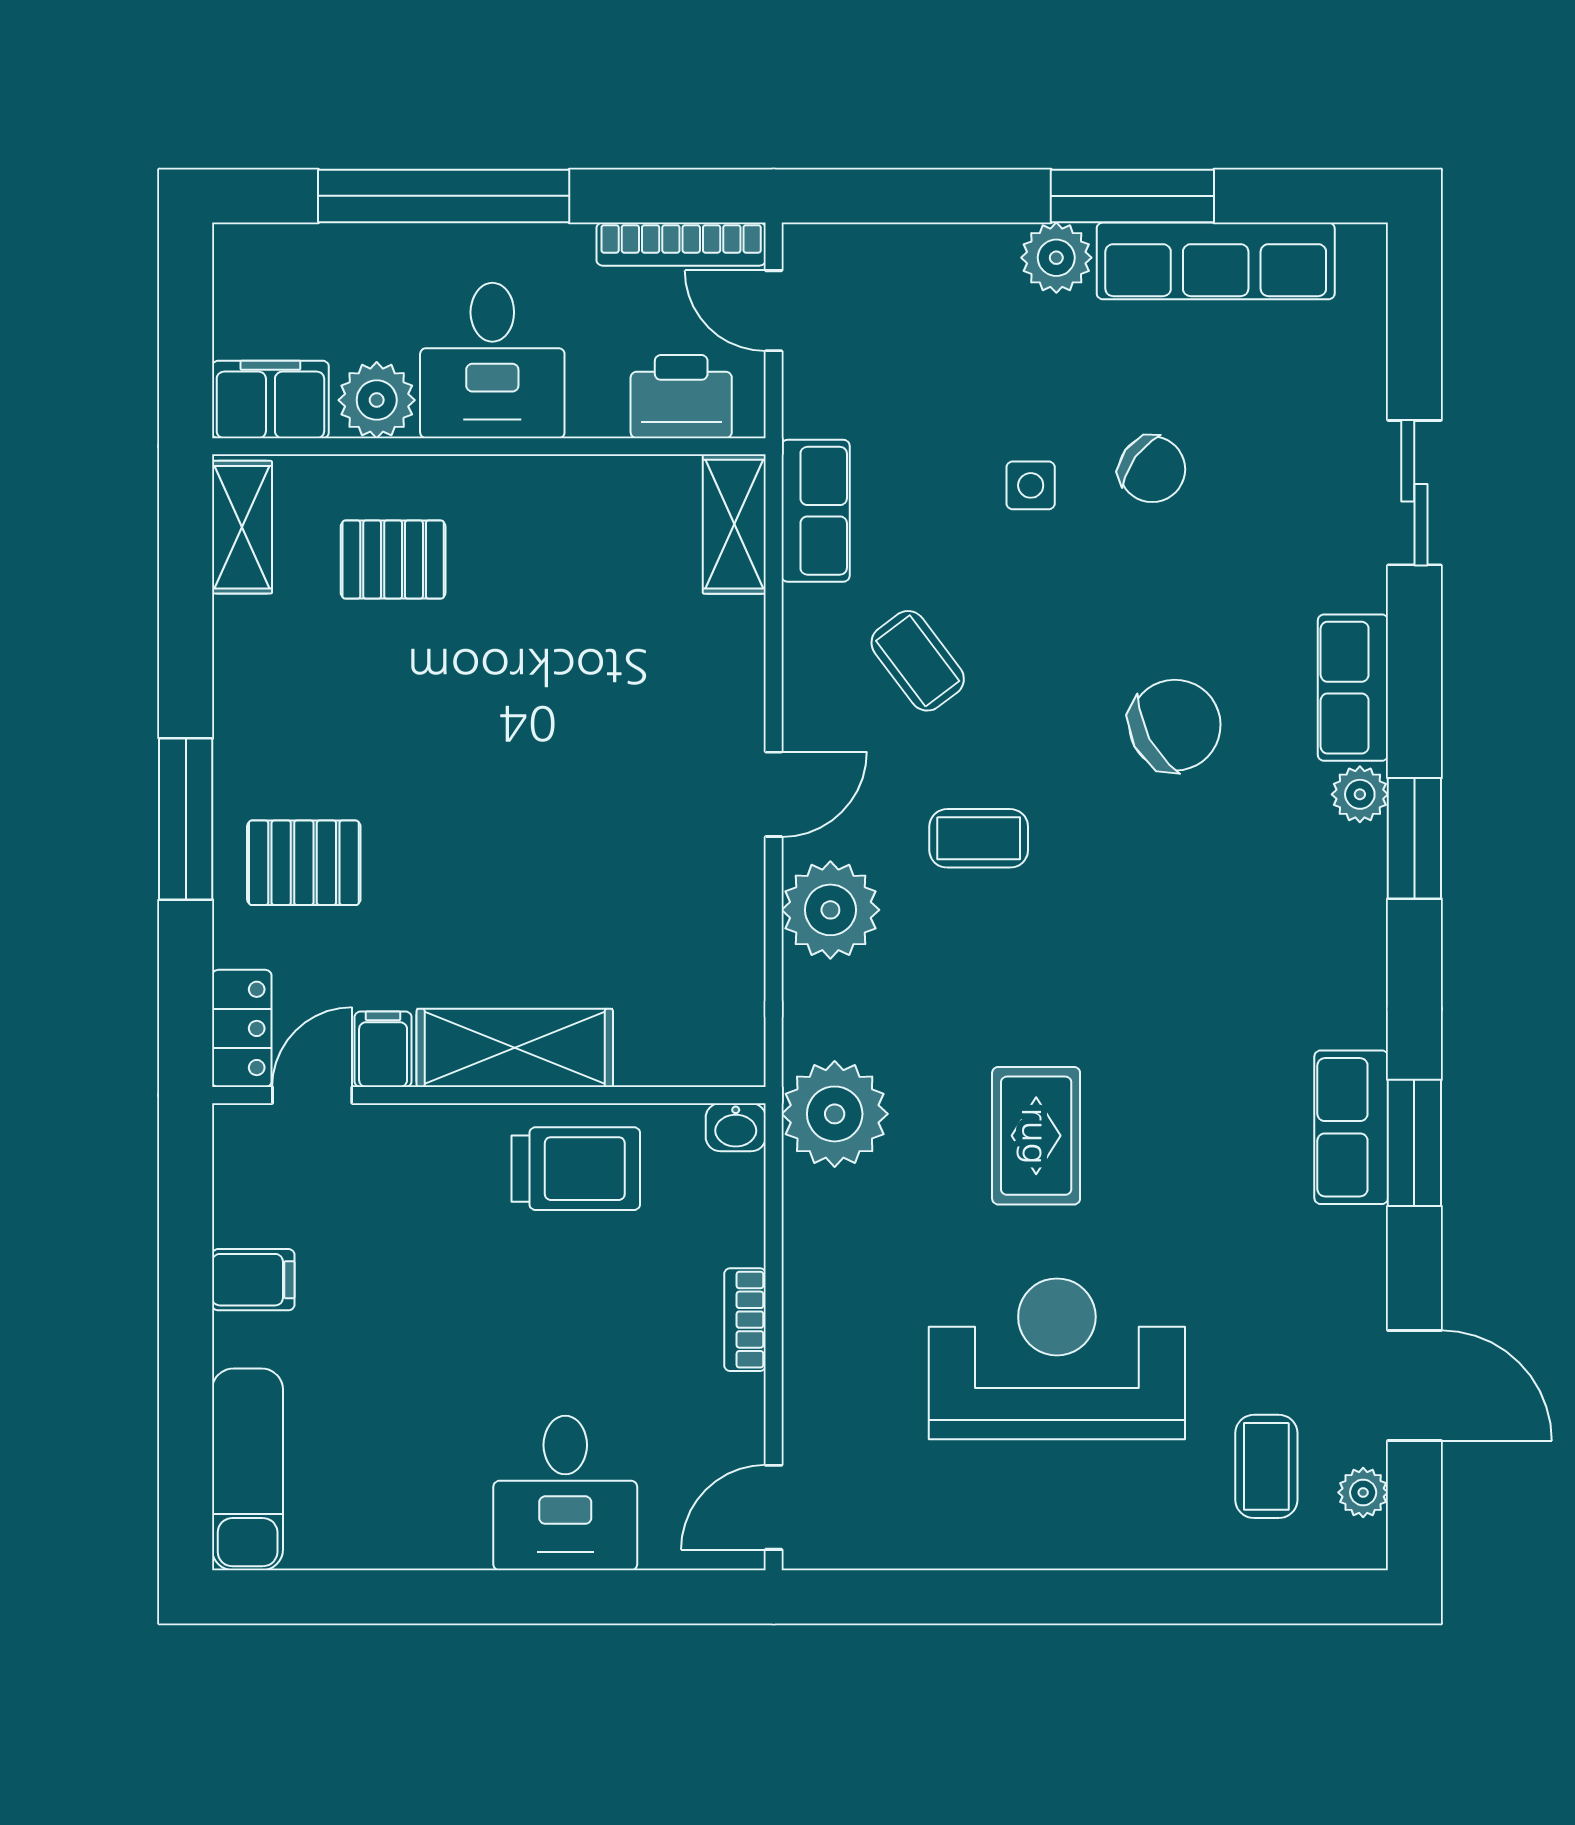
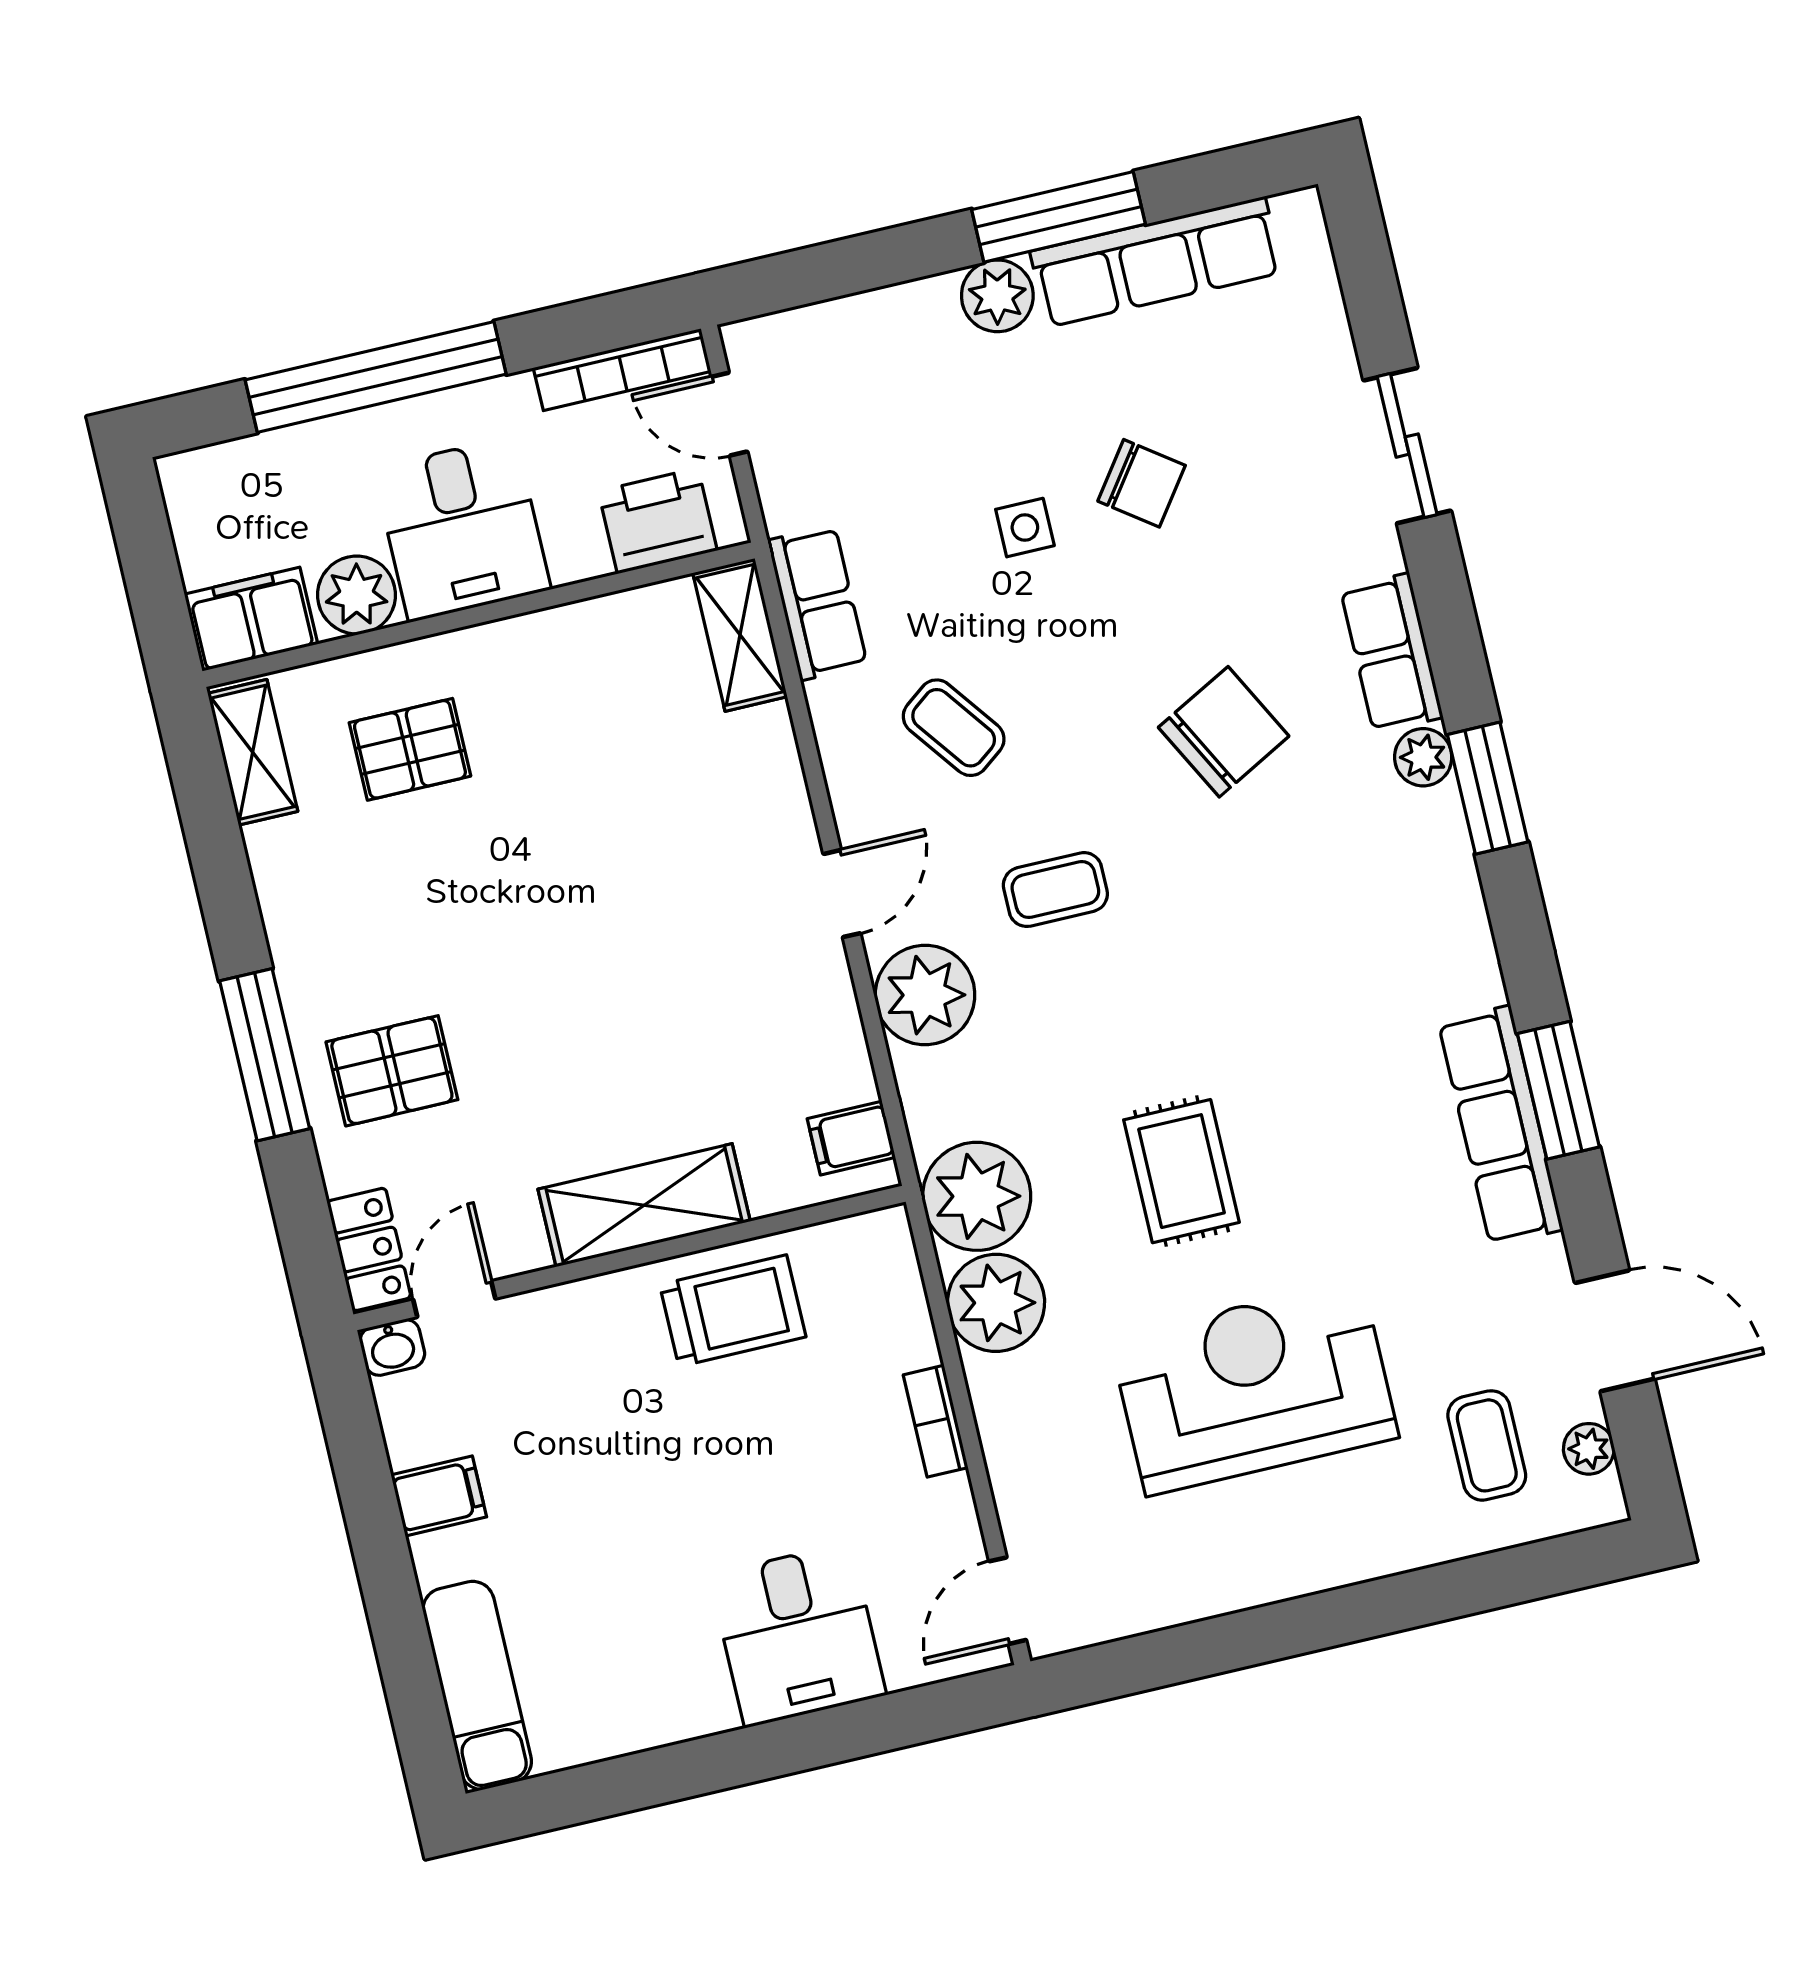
filing cabinet: (383, 1049) -> (851, 1138), moved, turned -90
washbasin: (736, 1127) -> (392, 1347), moved
row of seats: (1351, 1127) -> (1501, 1126), width x1.48
plant: (829, 1220) -> (996, 1303), added

